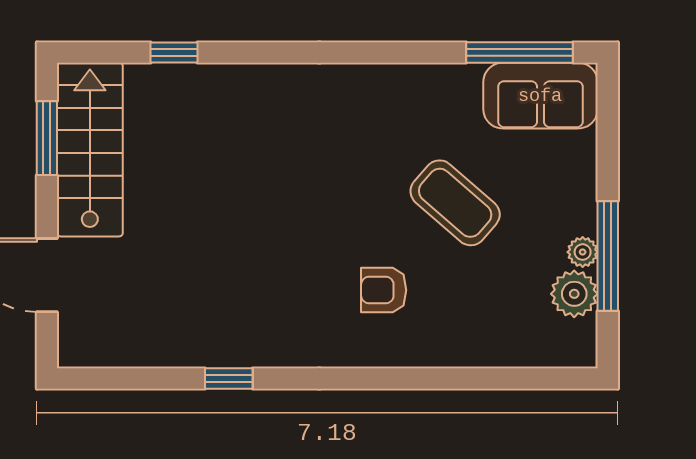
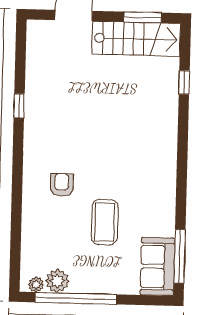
coffee table: (455, 203) -> (105, 222), turned -41
plant: (583, 252) -> (36, 285), moved
window: (608, 256) -> (76, 298), width x1.46

